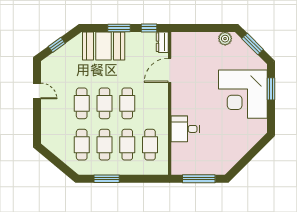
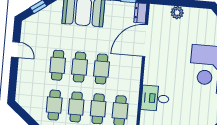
plant: (225, 39) -> (177, 13), moved
door: (170, 70) -> (145, 41), width x1.36

